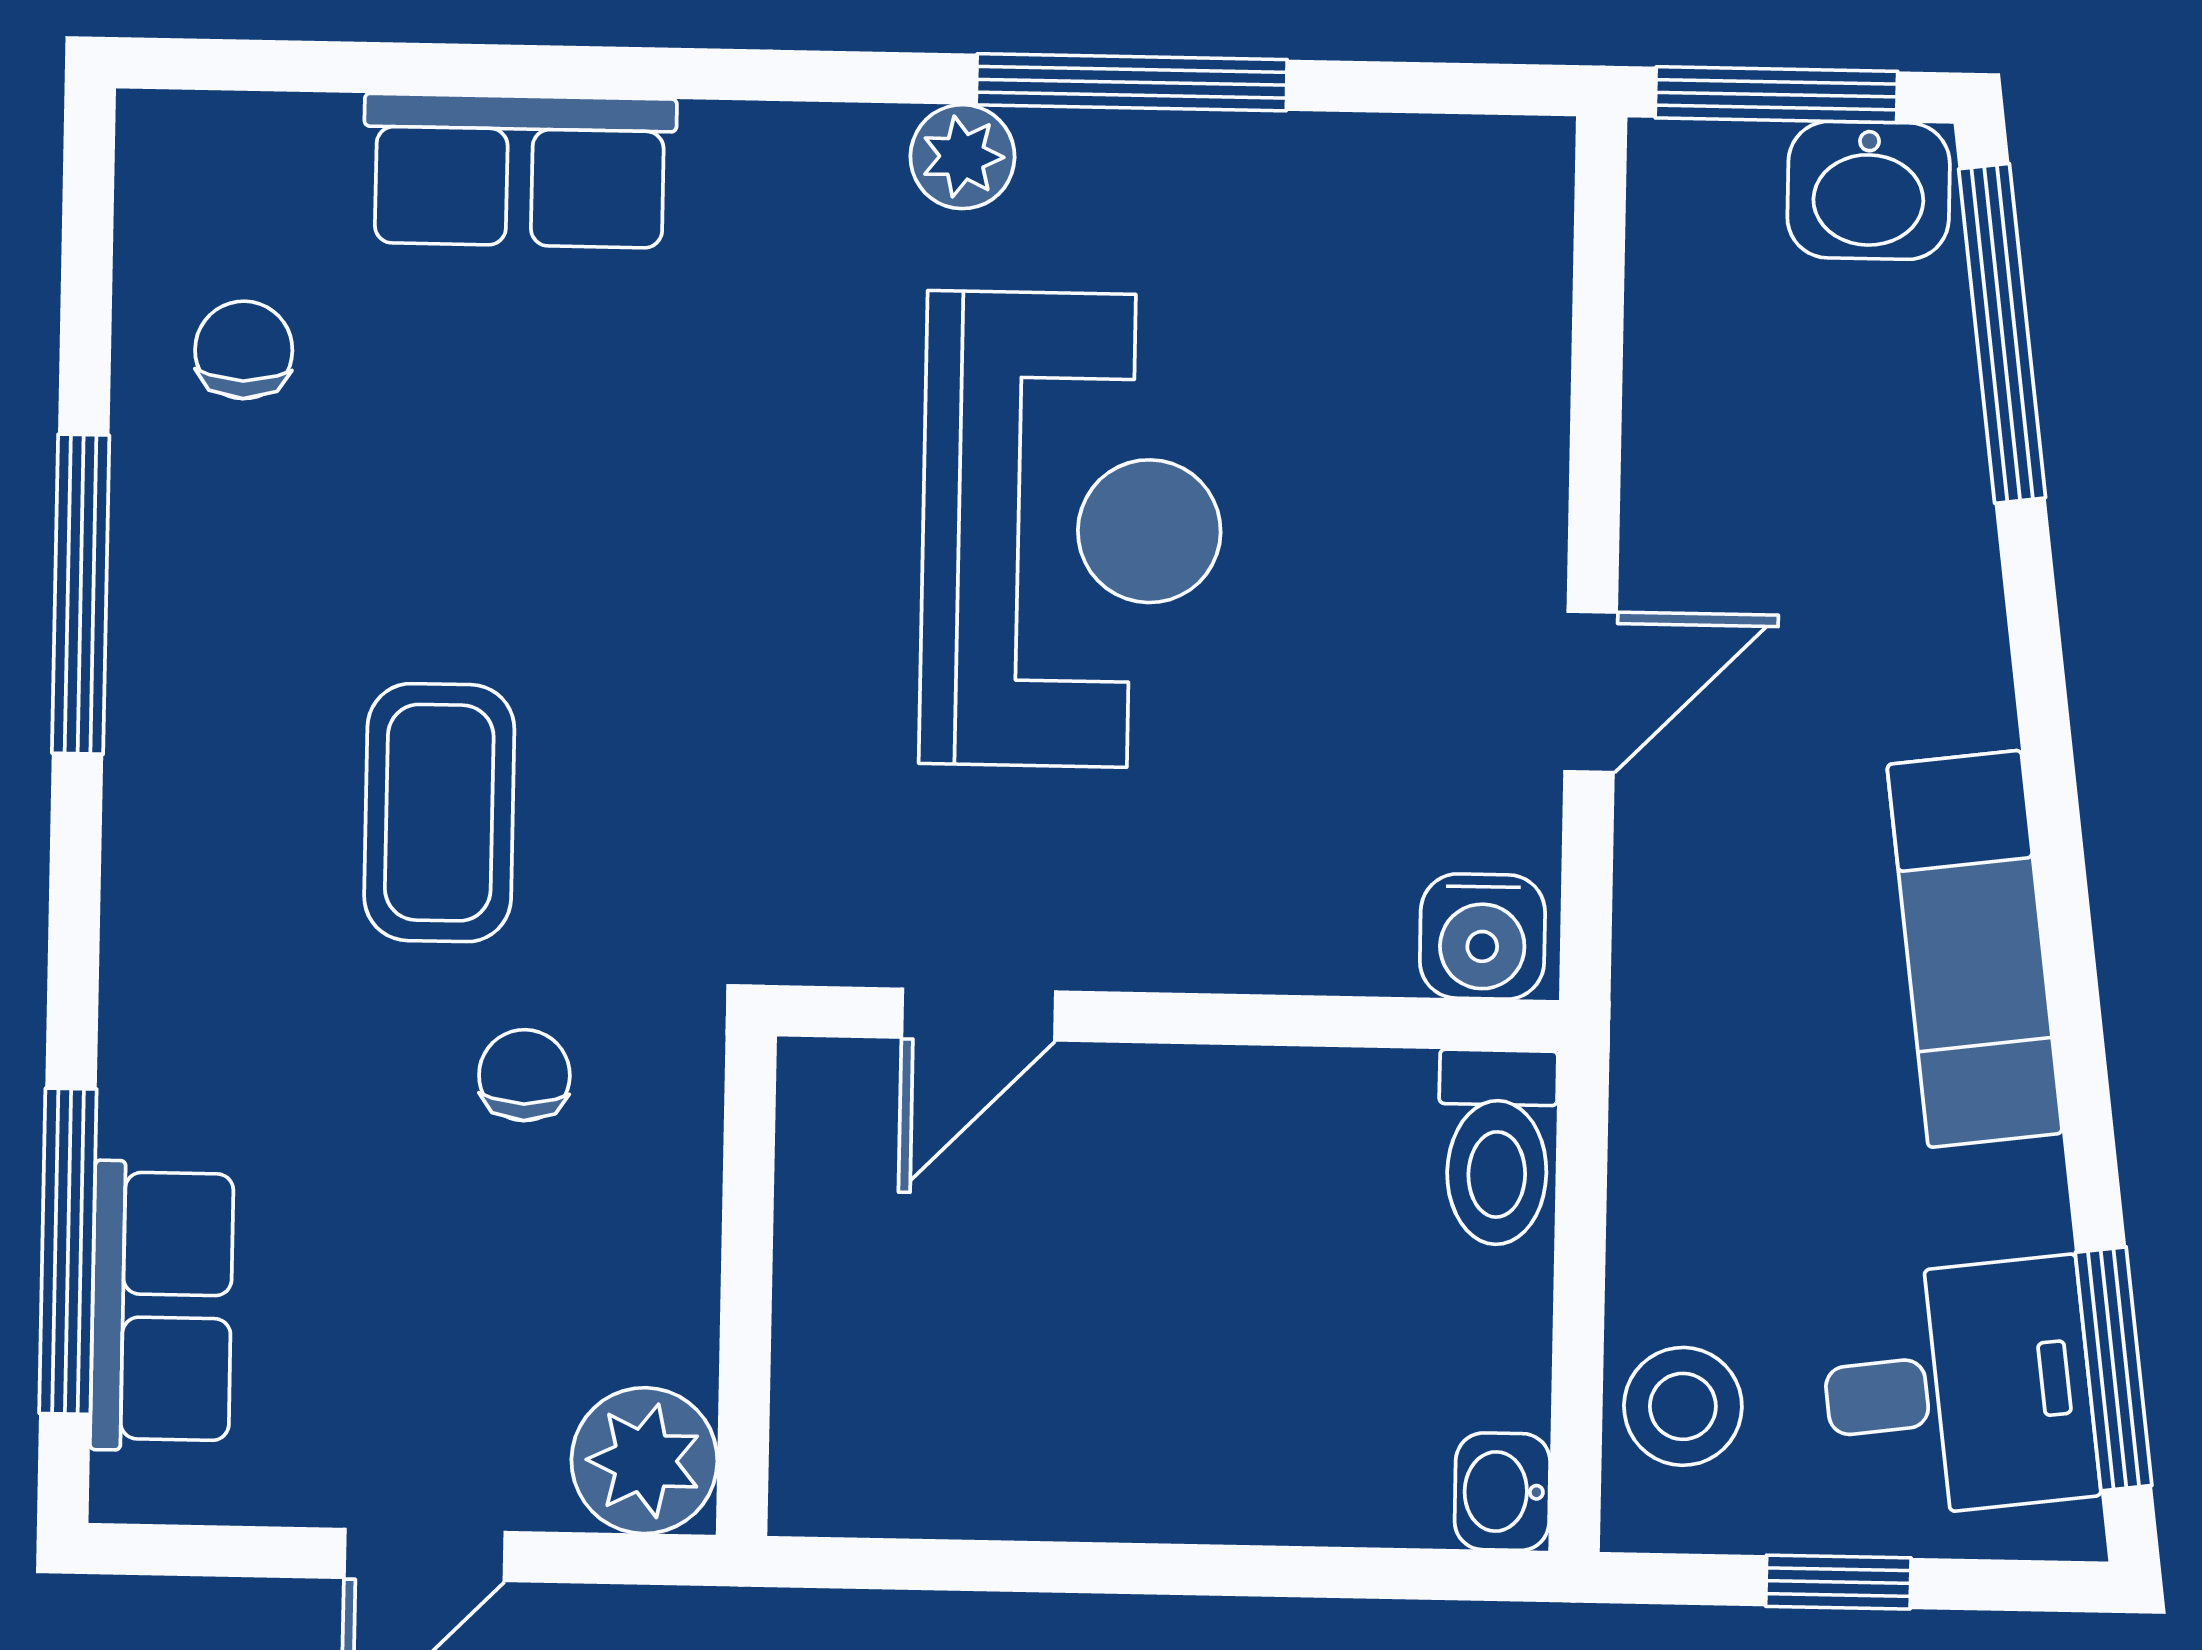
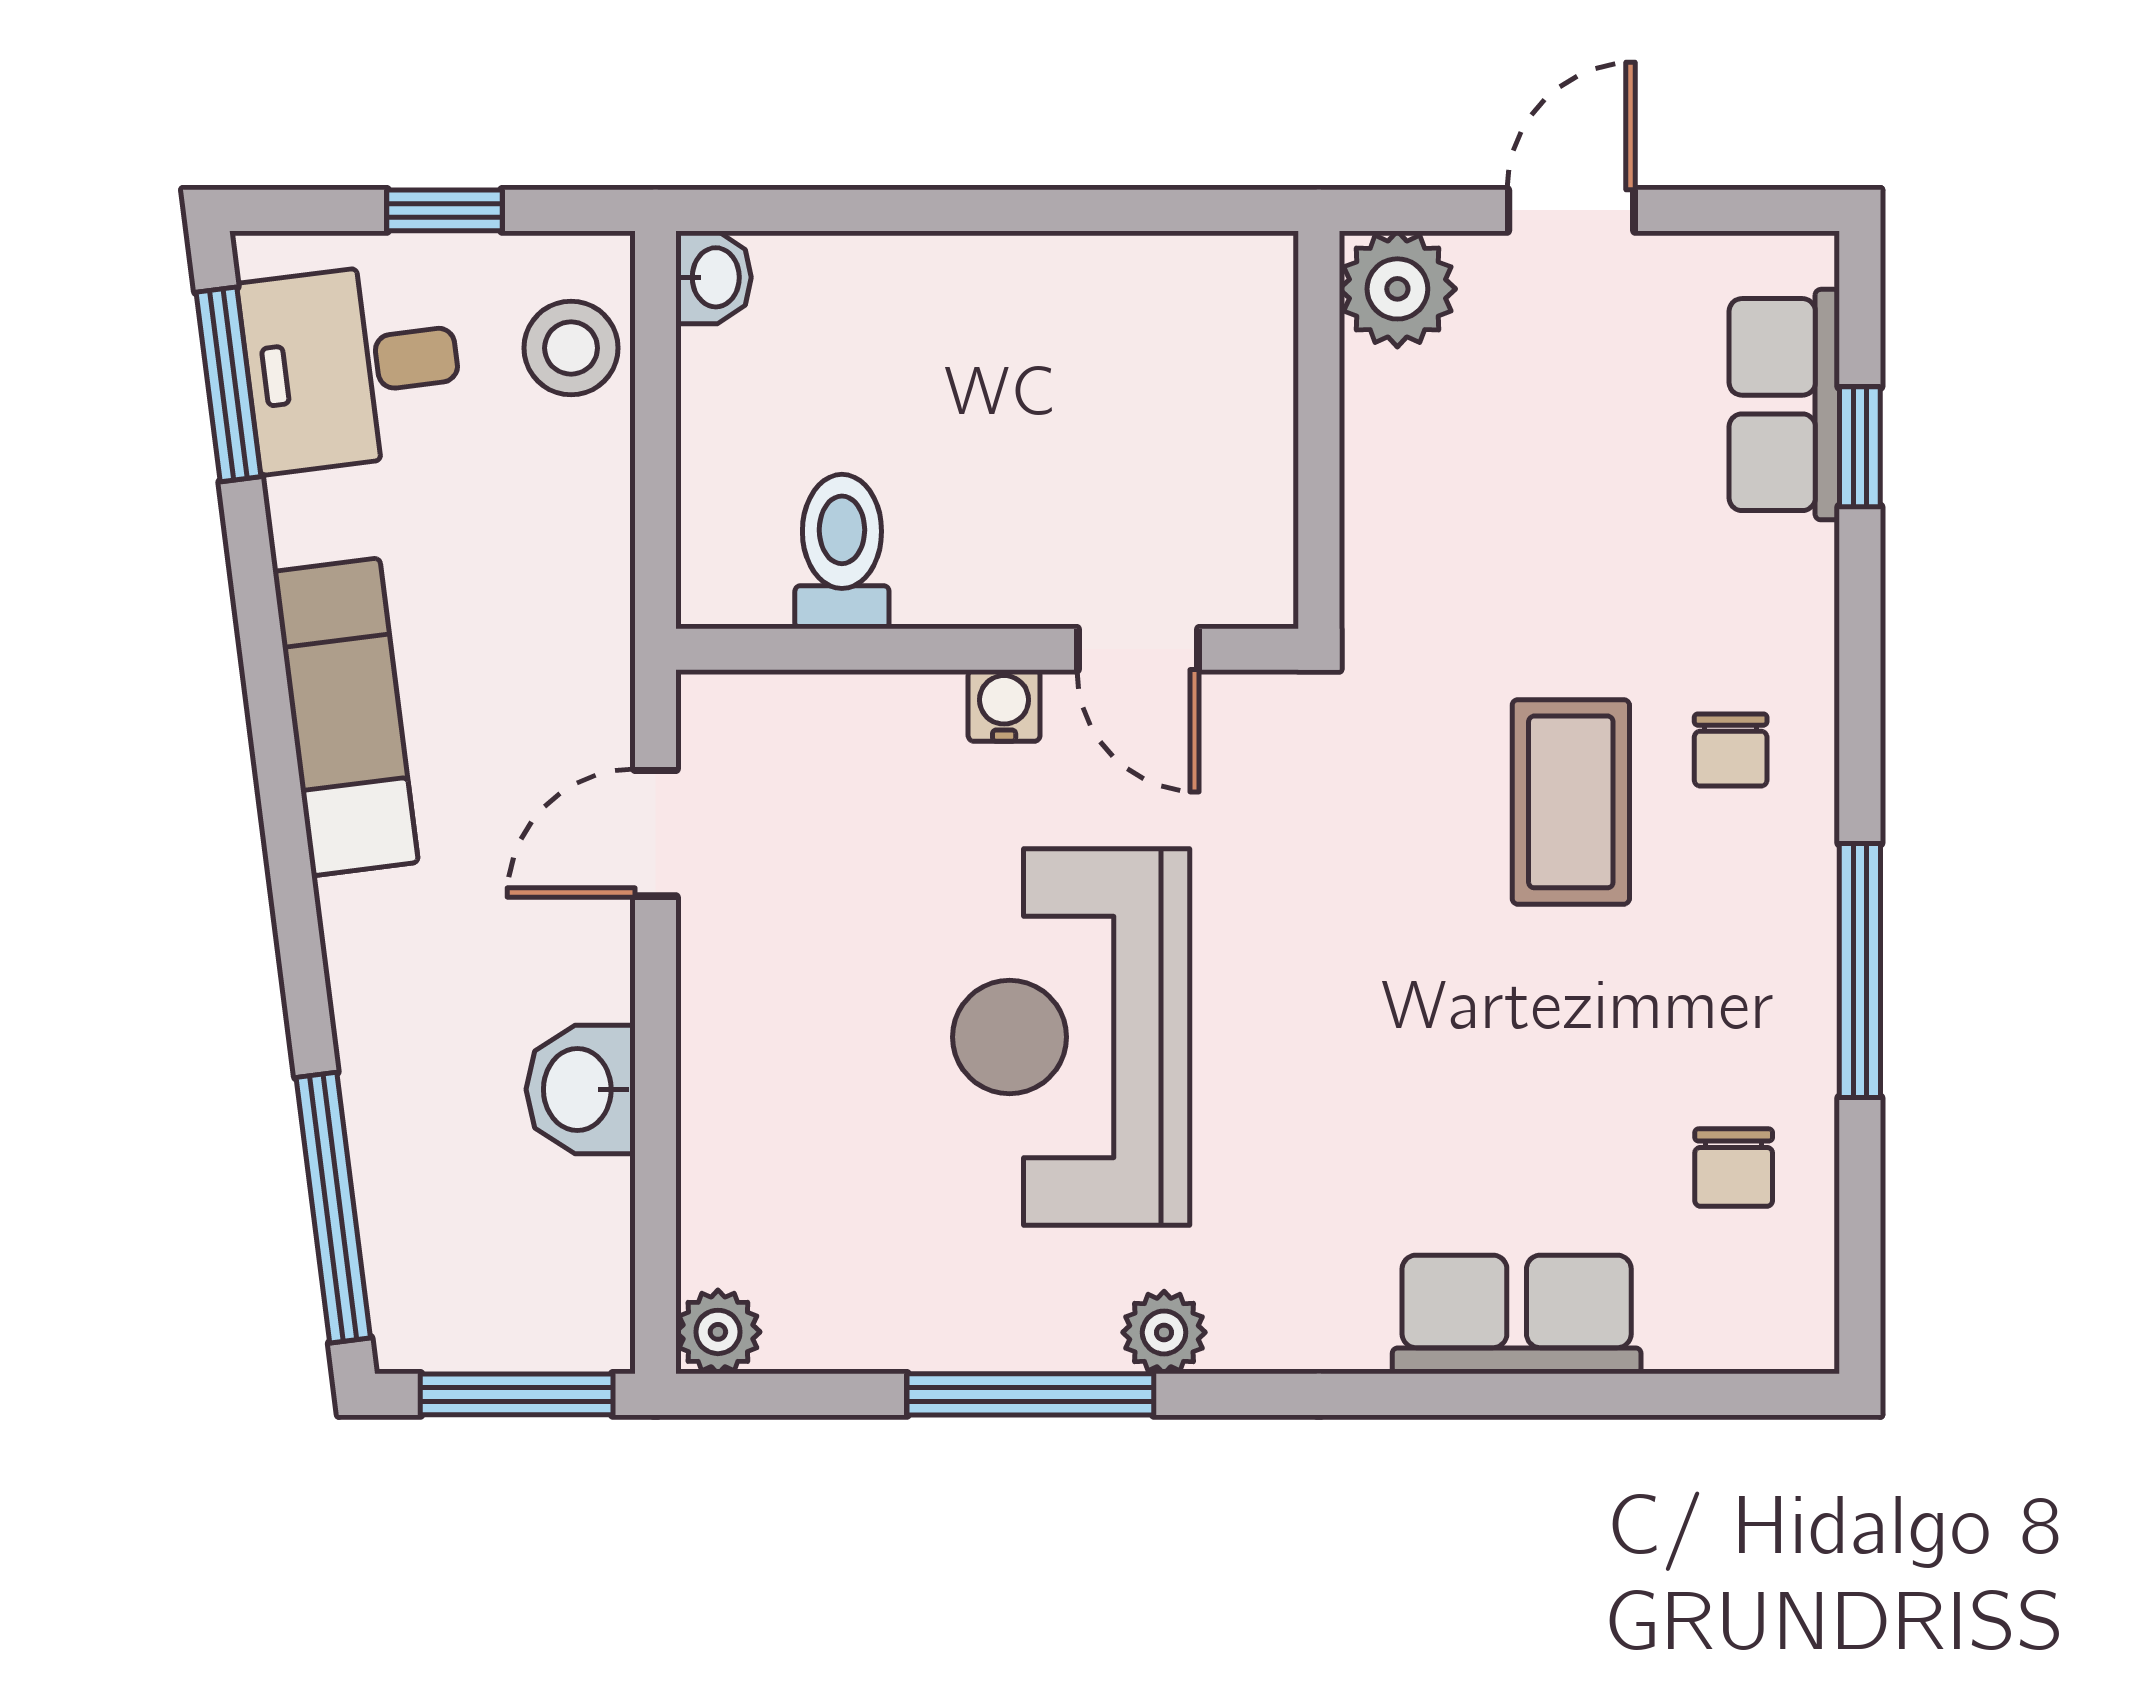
plant: (1522, 168) -> (718, 1332), added
washbasin: (1869, 190) -> (581, 1089), moved, turned -90
door: (1591, 692) -> (655, 833), moved
water cooler: (1482, 936) -> (1004, 706), moved, width x0.72, depth x0.72
door: (979, 1015) -> (1138, 649), swing flipped
chair: (524, 1075) -> (1731, 750), moved
toilet: (1497, 1147) -> (842, 552), moved
window: (68, 1251) -> (1860, 447), width x0.46

